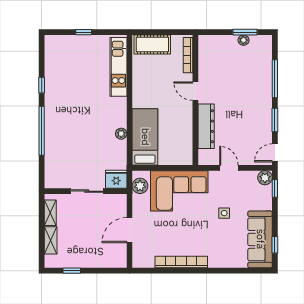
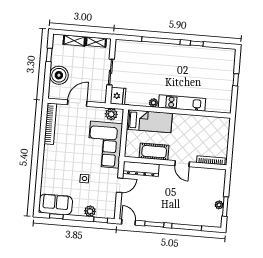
cot: (152, 44) -> (154, 152), moved, turned 90
kitchen unit: (118, 67) -> (182, 103), moved
door: (195, 91) -> (182, 164), swing flipped
dresser: (206, 126) -> (141, 169), moved
plant: (265, 178) -> (90, 211), moved
door: (129, 230) -> (77, 103), hinge flipped
sofa: (260, 239) -> (56, 204), width x0.73
boiler: (96, 256) -> (59, 75), added
bookcase: (181, 262) -> (50, 124), moved

